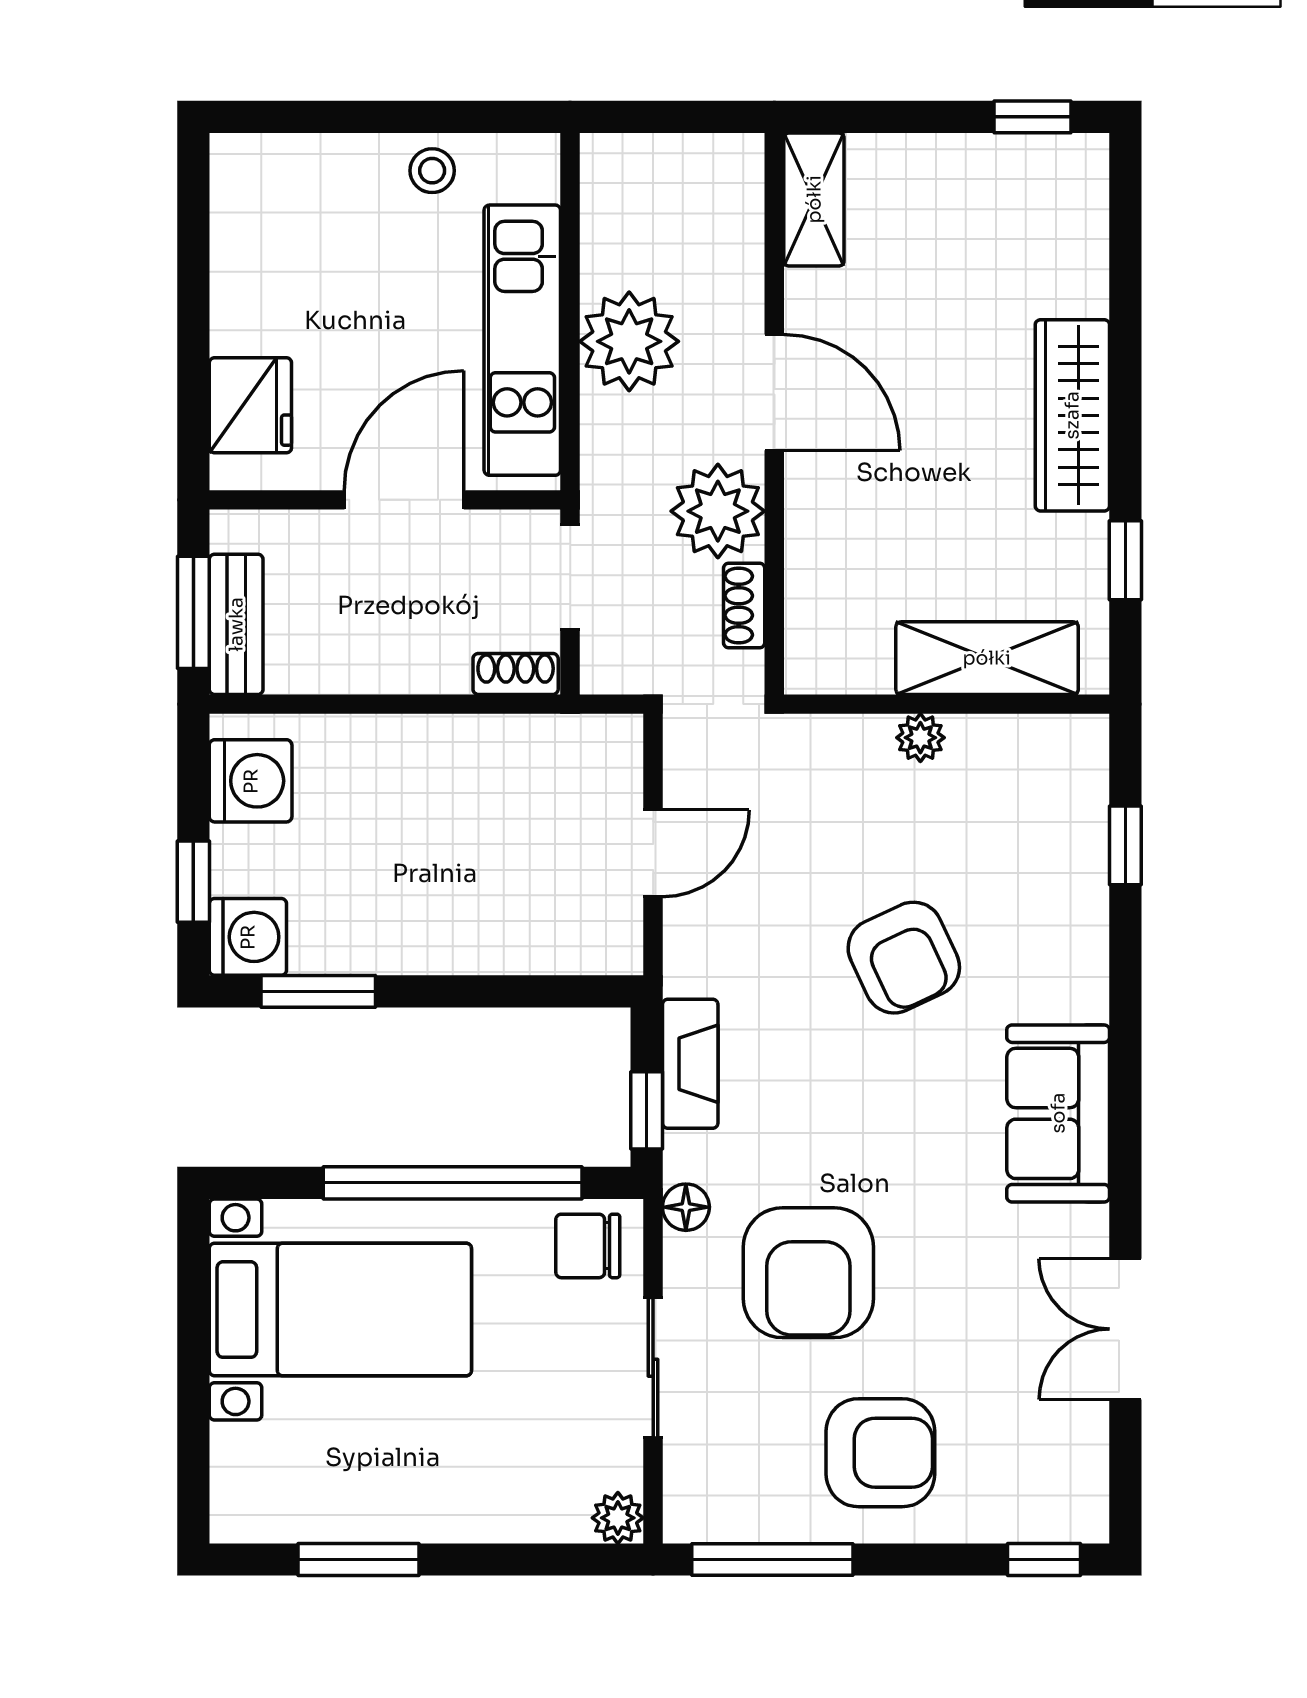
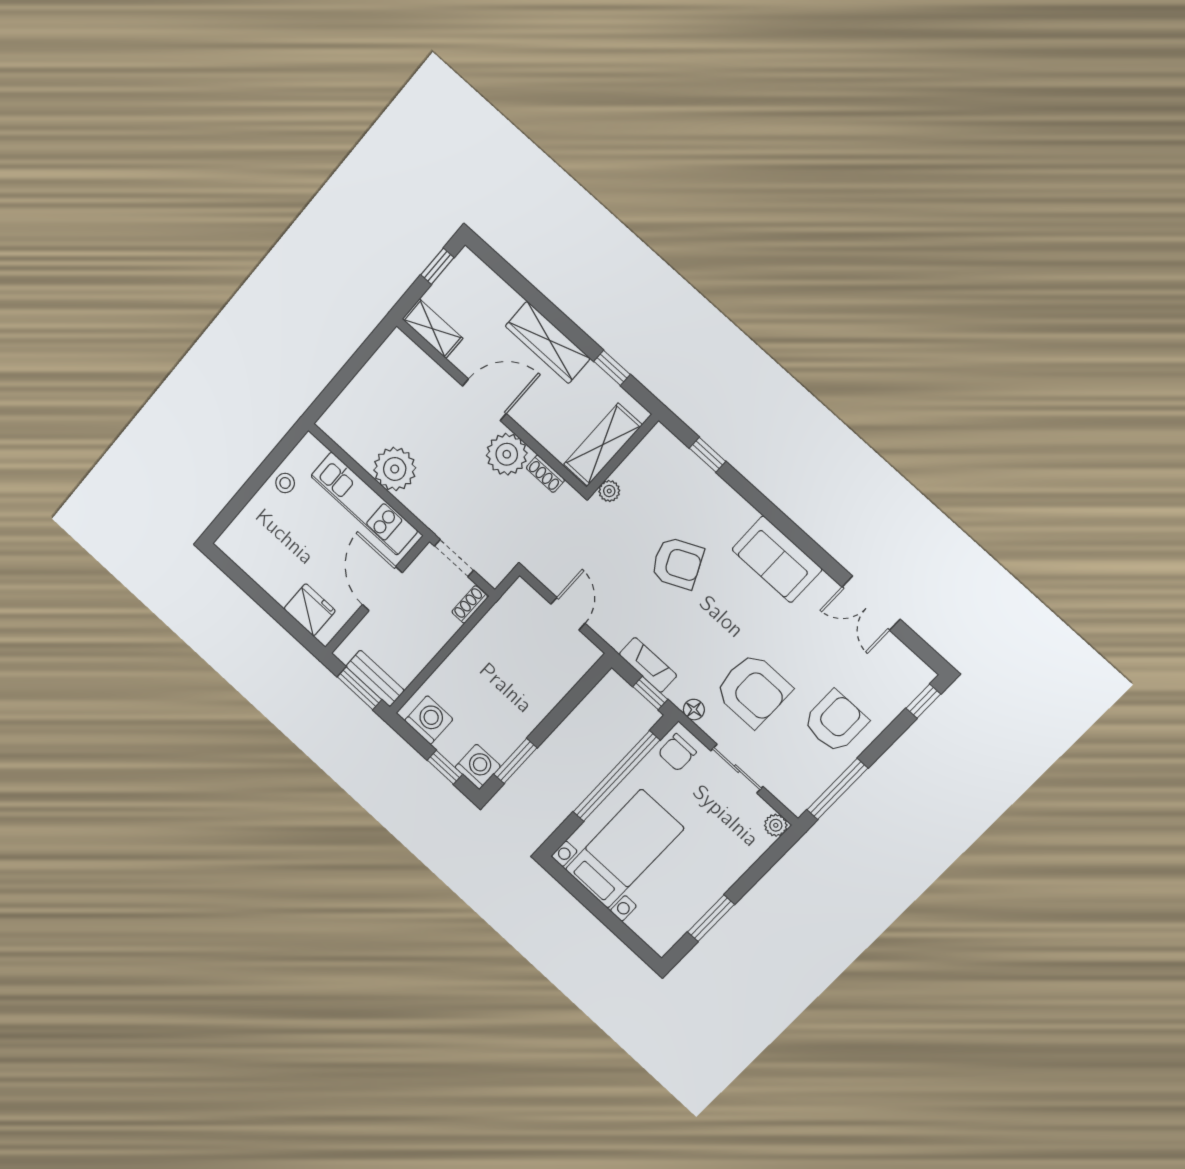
shelving: (814, 199) -> (433, 329), moved
door: (774, 392) -> (484, 400), moved
wall: (774, 414) -> (491, 406), moved
plant: (718, 511) -> (507, 454), moved
shoe rack: (744, 605) -> (545, 474), moved

